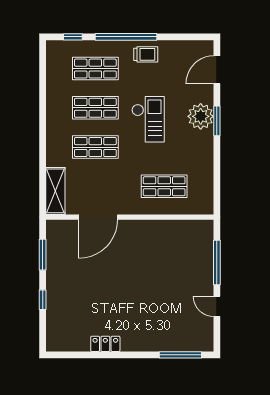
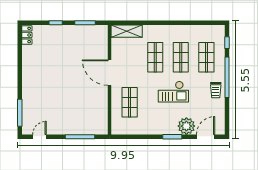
door: (217, 70) -> (206, 137), hinge flipped
plant: (201, 116) -> (186, 126), moved
door: (98, 217) -> (110, 73), moved
door: (217, 306) -> (39, 137), moved
locker: (105, 344) -> (27, 35), moved

